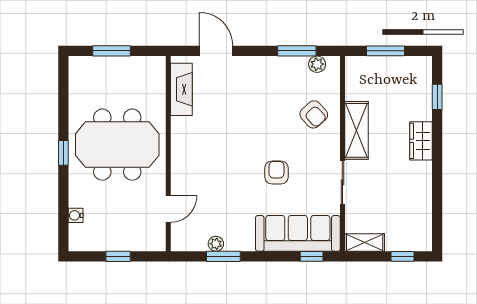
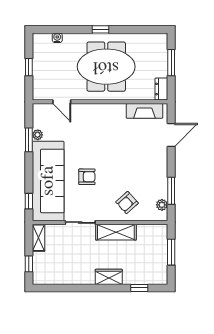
dresser: (150, 65) -> (161, 89), added
meeting table: (117, 145) -> (106, 67), turned 90
sofa: (298, 233) -> (48, 181), width x1.36, depth x1.27

